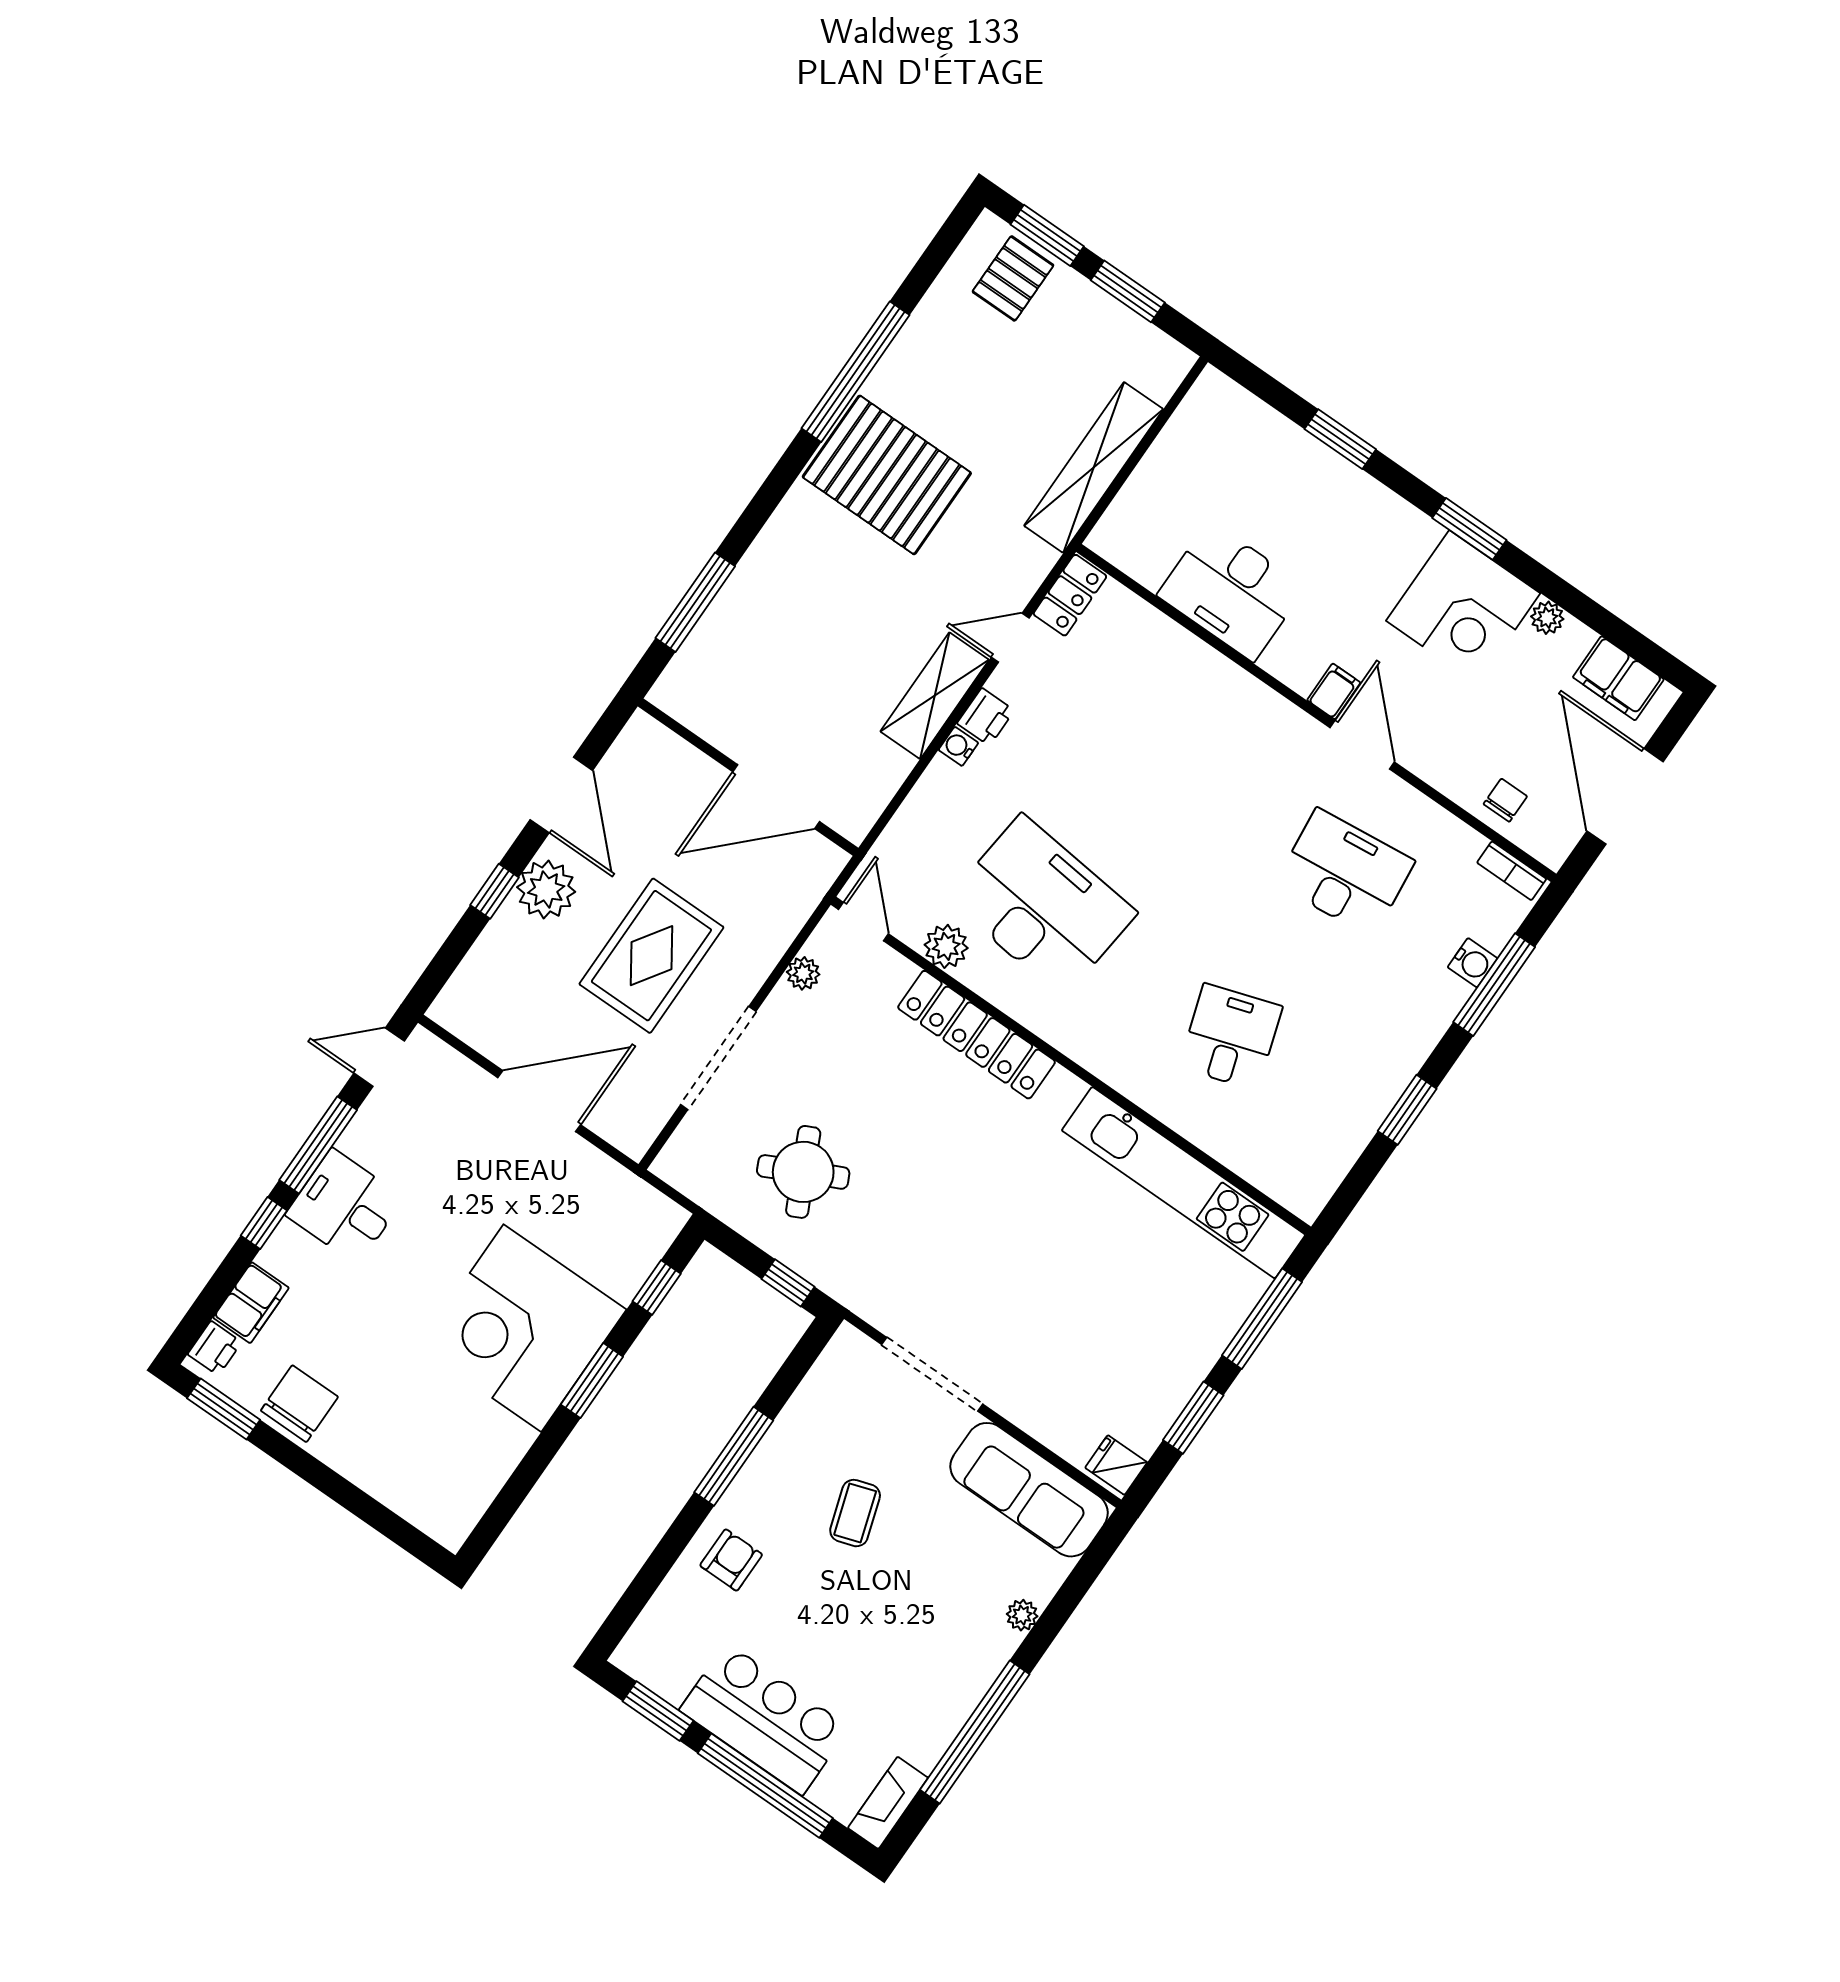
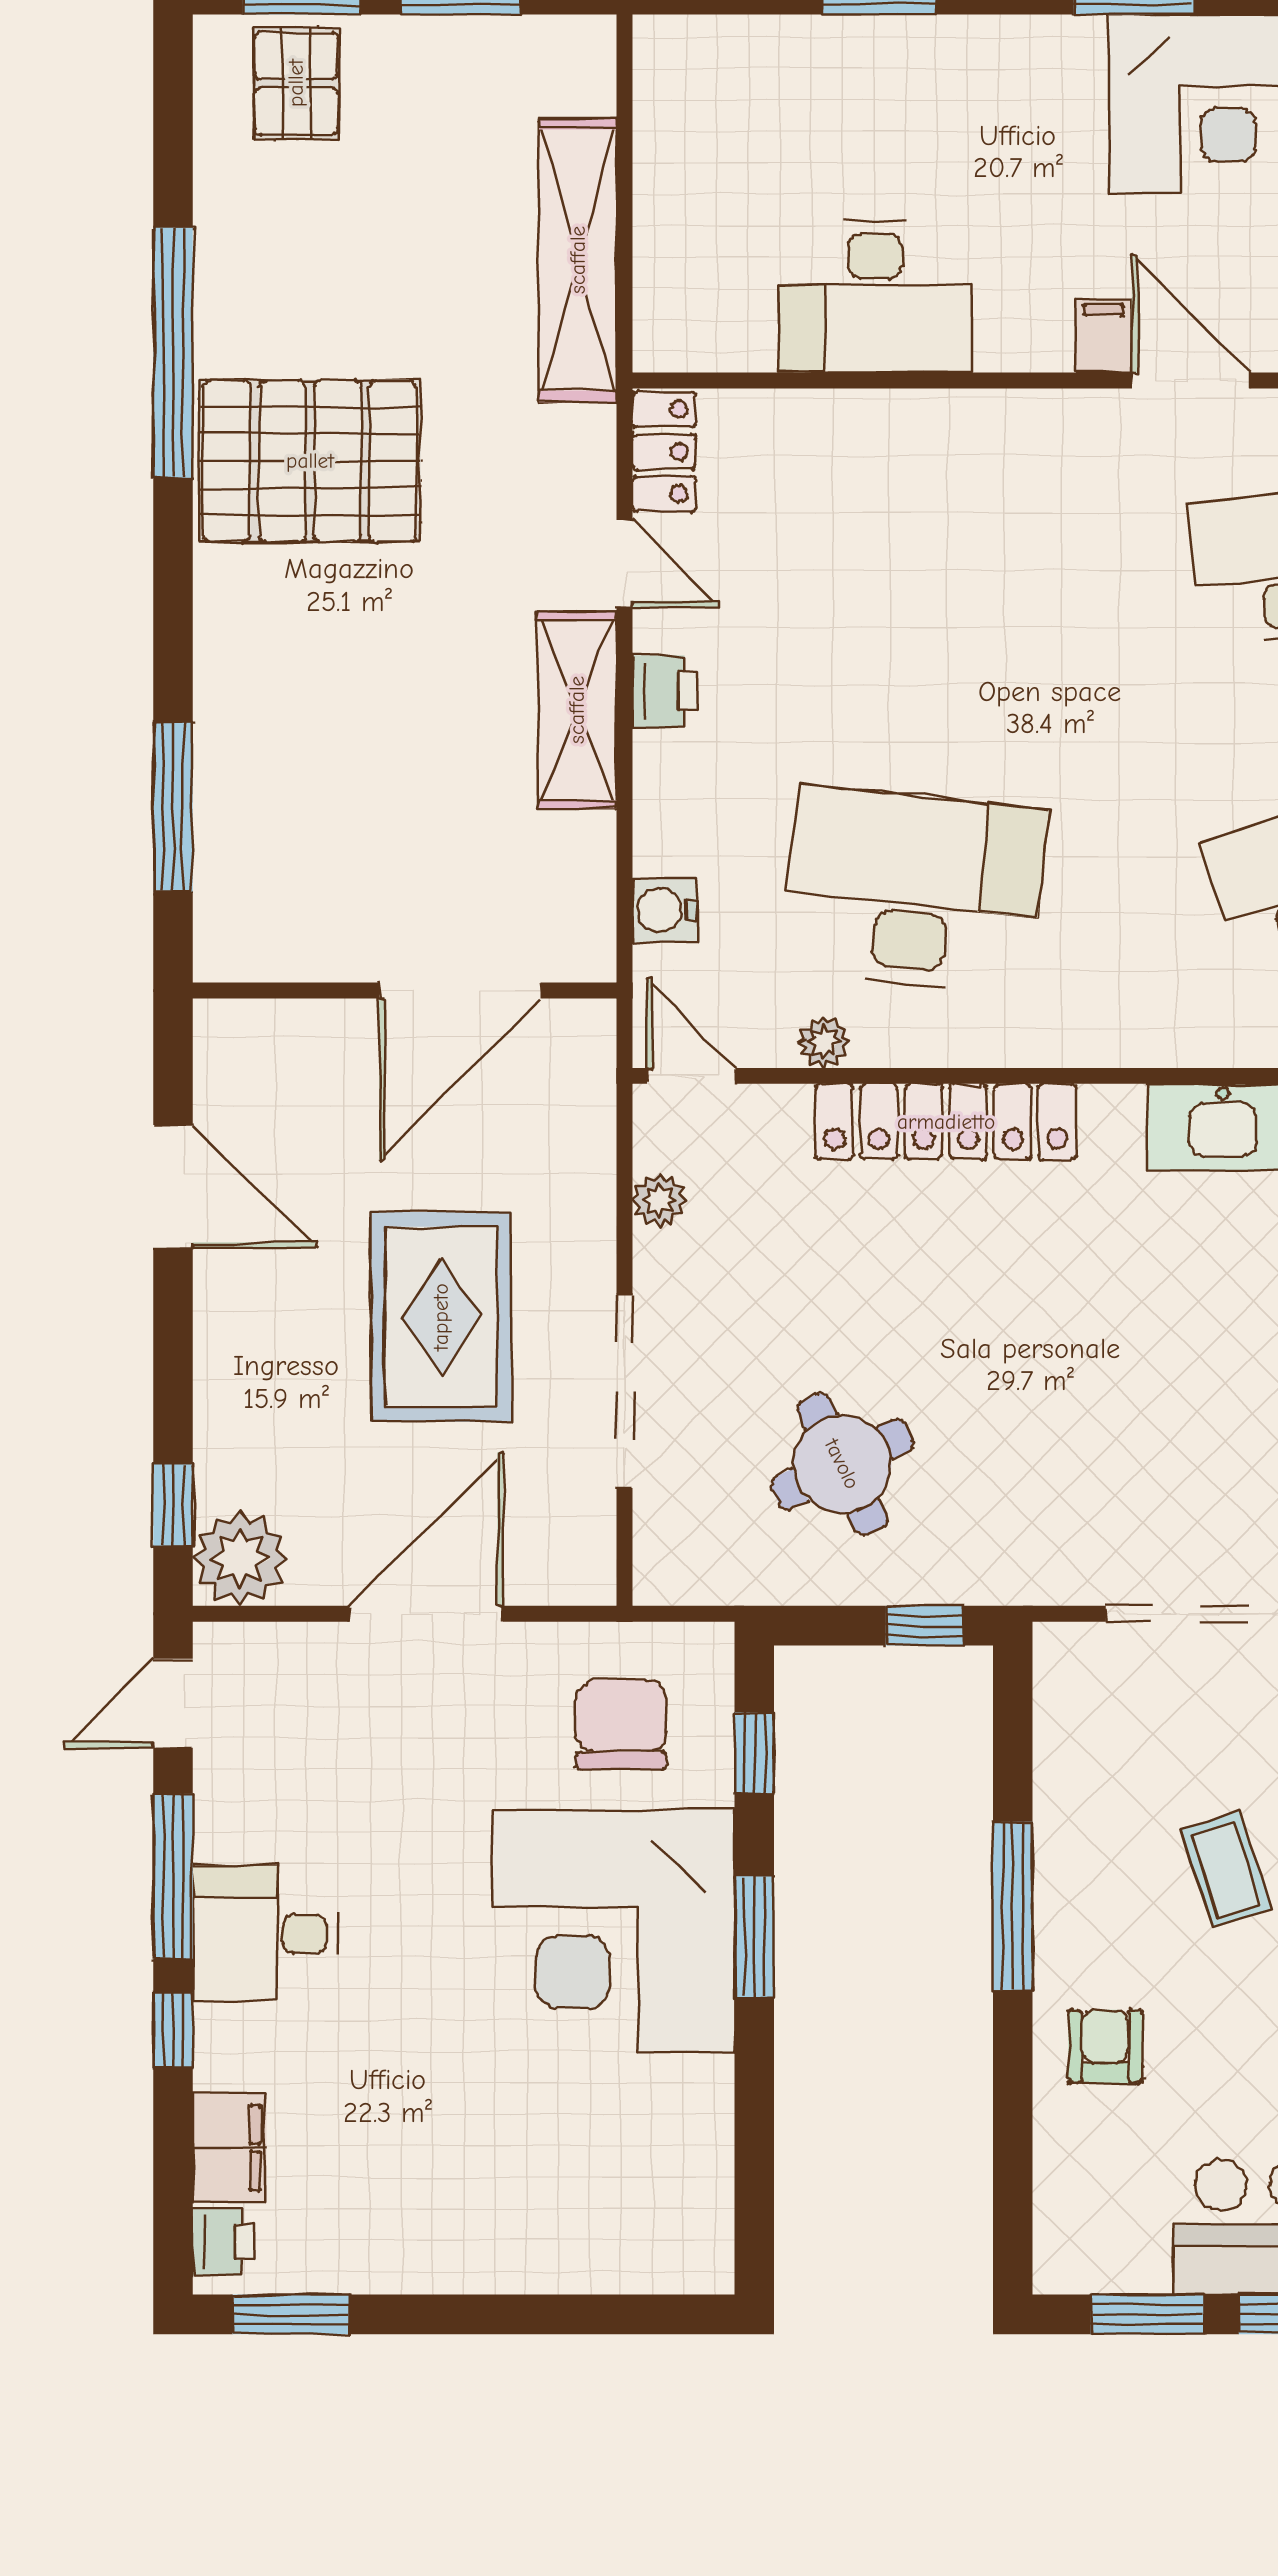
door: (1010, 638) -> (624, 563), swing flipped
water cooler: (958, 746) -> (665, 910), moved, width x1.38, depth x1.38
plant: (546, 889) -> (240, 1559), moved
window: (494, 891) -> (173, 1505), moved
plant: (946, 946) -> (824, 1042), width x0.73, depth x0.73
chair: (299, 1404) -> (621, 1725), moved

